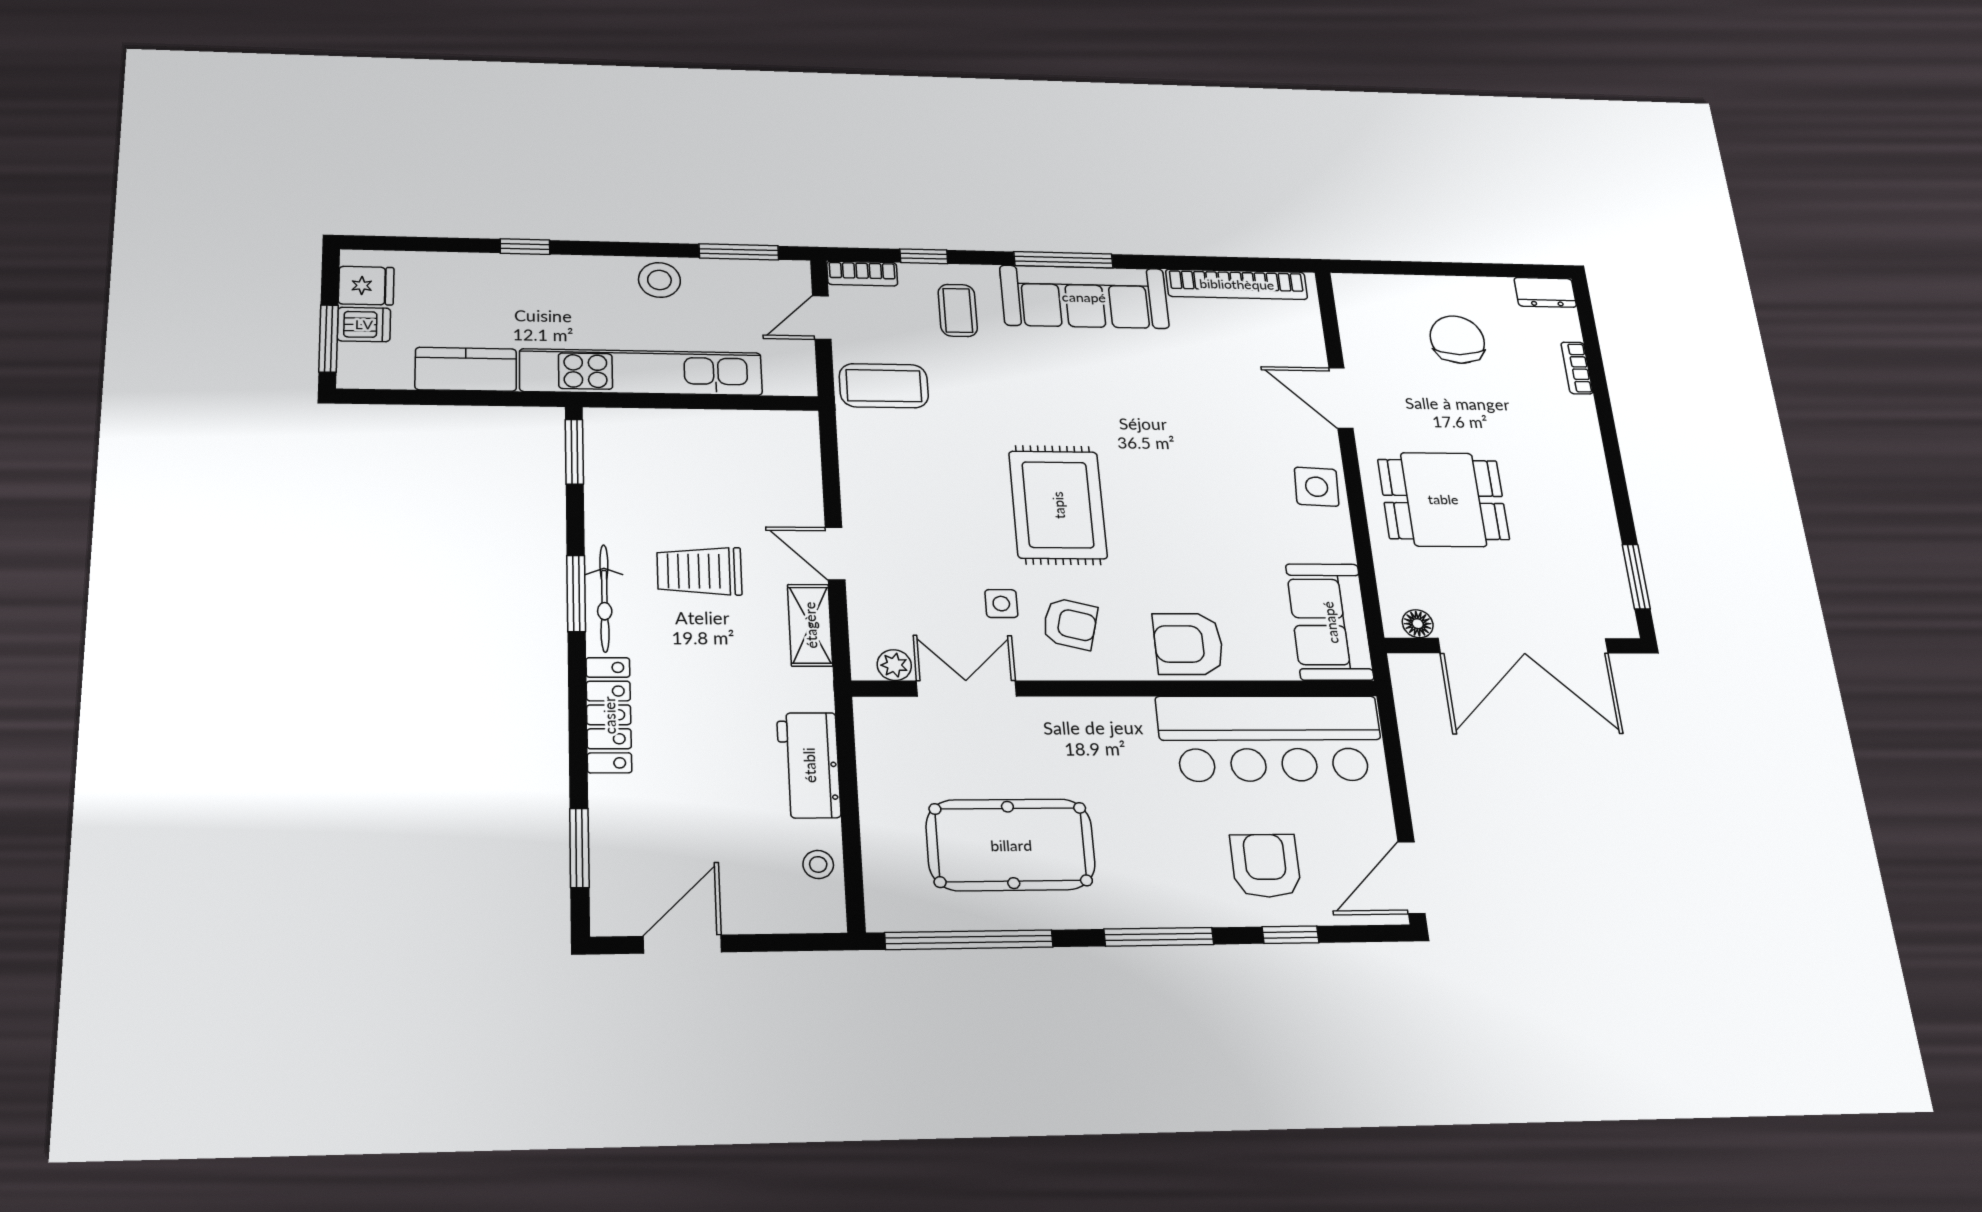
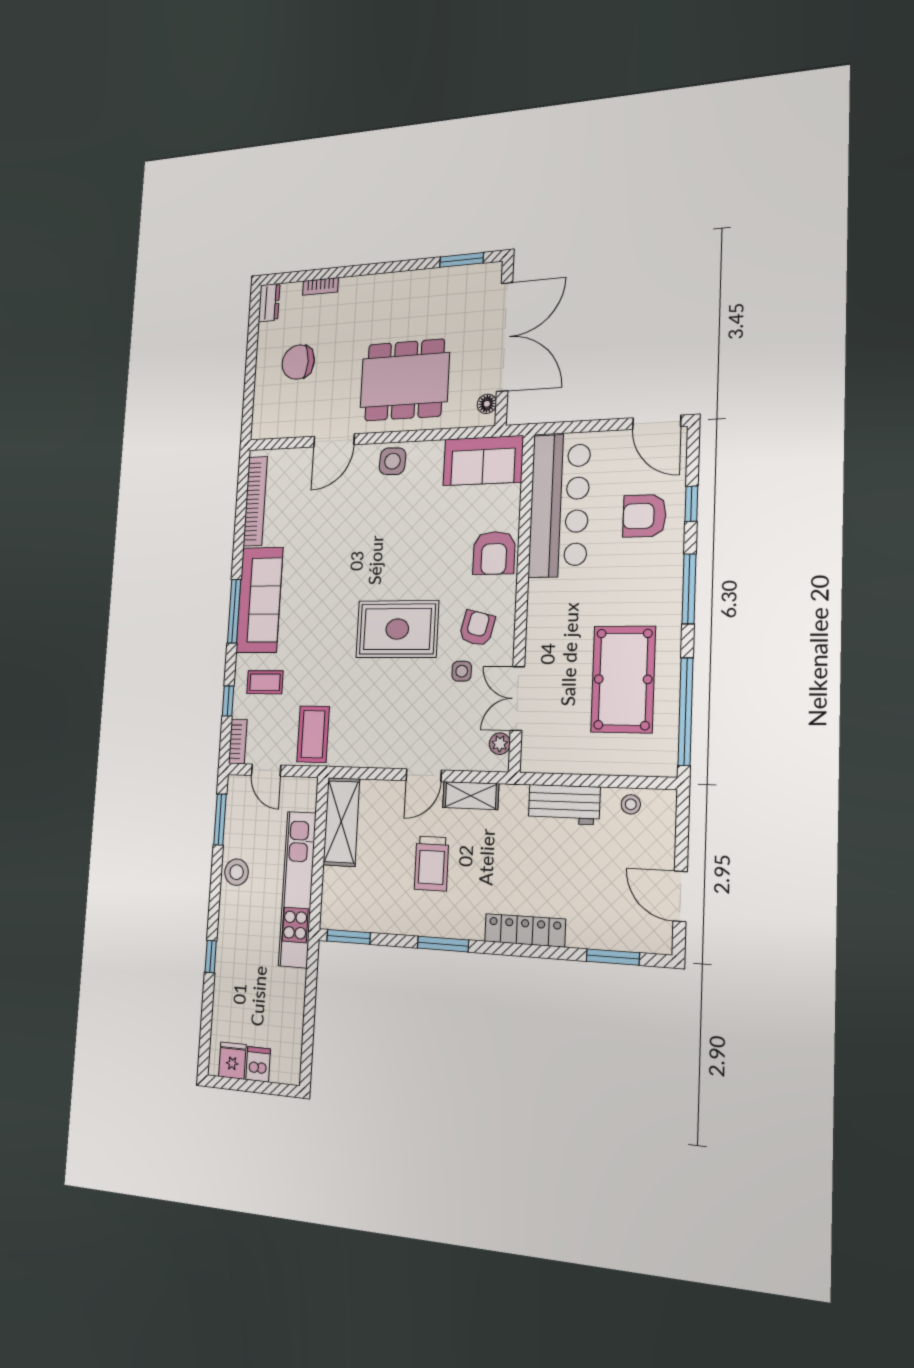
window: (328, 339) -> (266, 1088), removed
kitchen counter: (466, 369) -> (291, 1002), removed
shelving: (752, 434) -> (341, 822), added
dining table: (1443, 499) -> (405, 380), width x1.38
bicycle: (604, 598) -> (447, 926), removed

